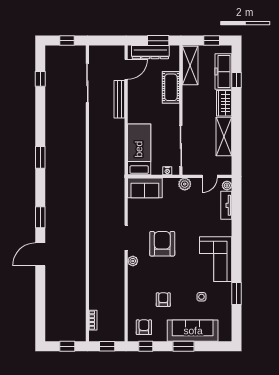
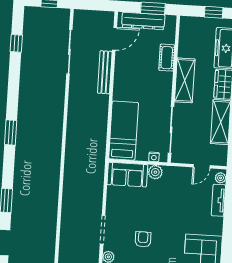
shelving: (190, 65) -> (185, 80), moved
cot: (171, 87) -> (167, 58), width x0.73, depth x0.75
plant: (185, 184) -> (155, 172), moved
armchair: (162, 244) -> (143, 239), width x0.53, depth x0.53

